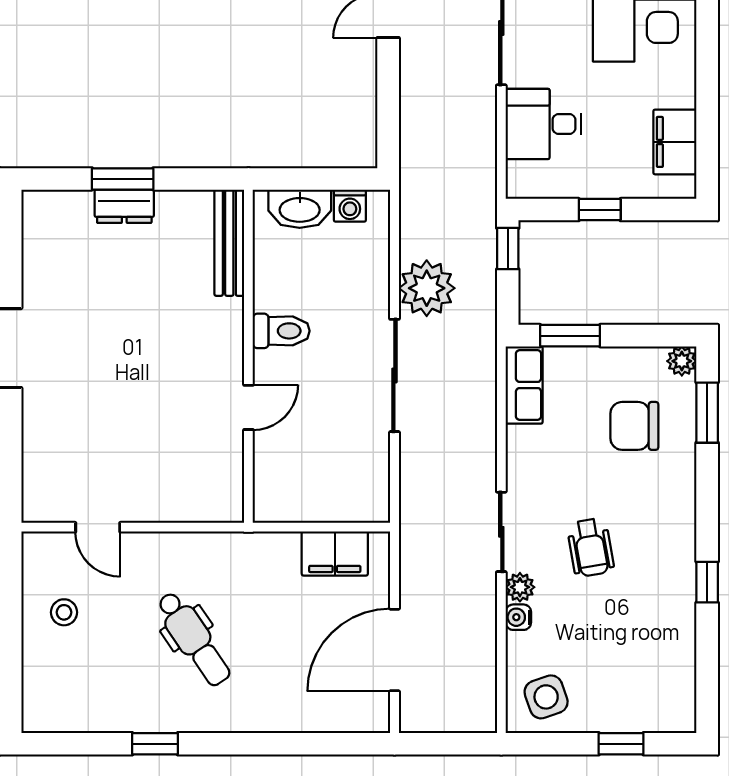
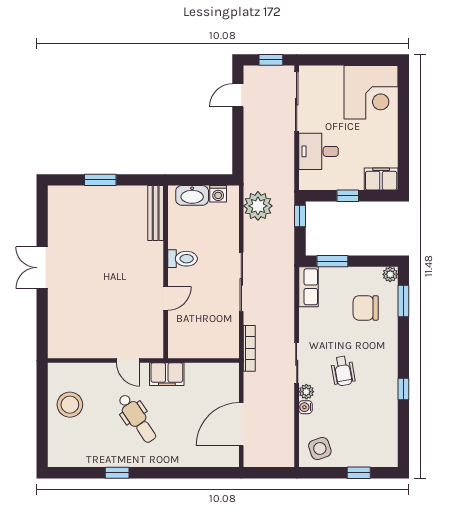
filing cabinet: (675, 142) -> (381, 179), moved, turned 90
dresser: (124, 206) -> (101, 194), removed
plant: (427, 288) -> (258, 206), moved
bookcase: (410, 504) -> (249, 348), added
door: (98, 527) -> (128, 361), moved
filing cabinet: (335, 554) -> (167, 374), moved
stool: (64, 612) -> (70, 405), width x1.89, depth x1.89

